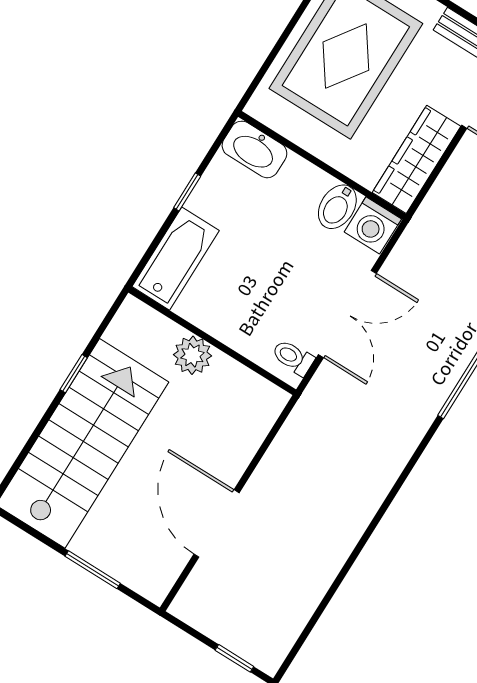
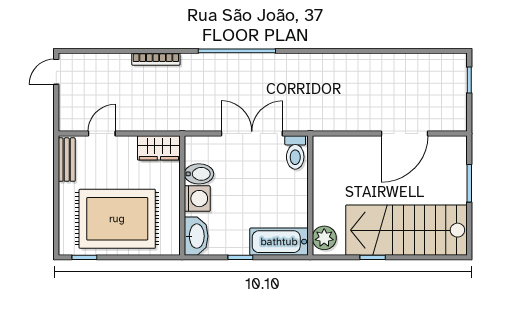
wardrobe: (416, 159) -> (159, 148), width x0.67
washing machine: (373, 225) -> (197, 199), moved
plant: (192, 355) -> (324, 238), moved
toilet: (293, 357) -> (295, 152), width x1.37, depth x1.39

